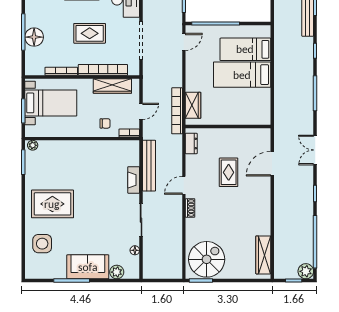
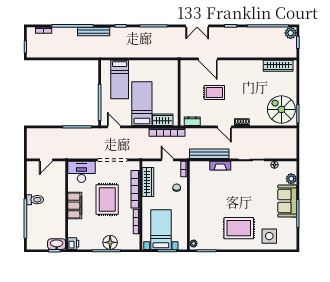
rug: (90, 33) -> (107, 200), width x1.36, depth x1.43
bed: (242, 75) -> (142, 104), moved, turned 180
rug: (52, 204) -> (239, 228), turned 90

